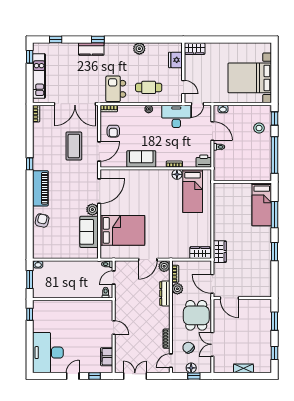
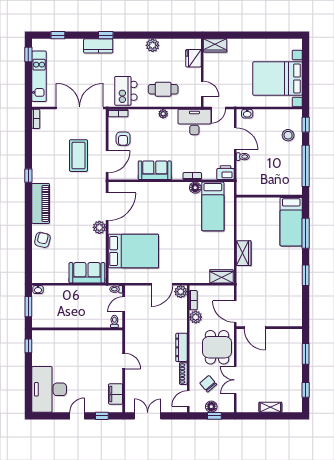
double door: (75, 104) -> (80, 108), swing flipped
sofa: (89, 232) -> (87, 273), moved, turned 90
wardrobe: (220, 252) -> (244, 253), moved
dresser: (165, 293) -> (181, 347), moved

